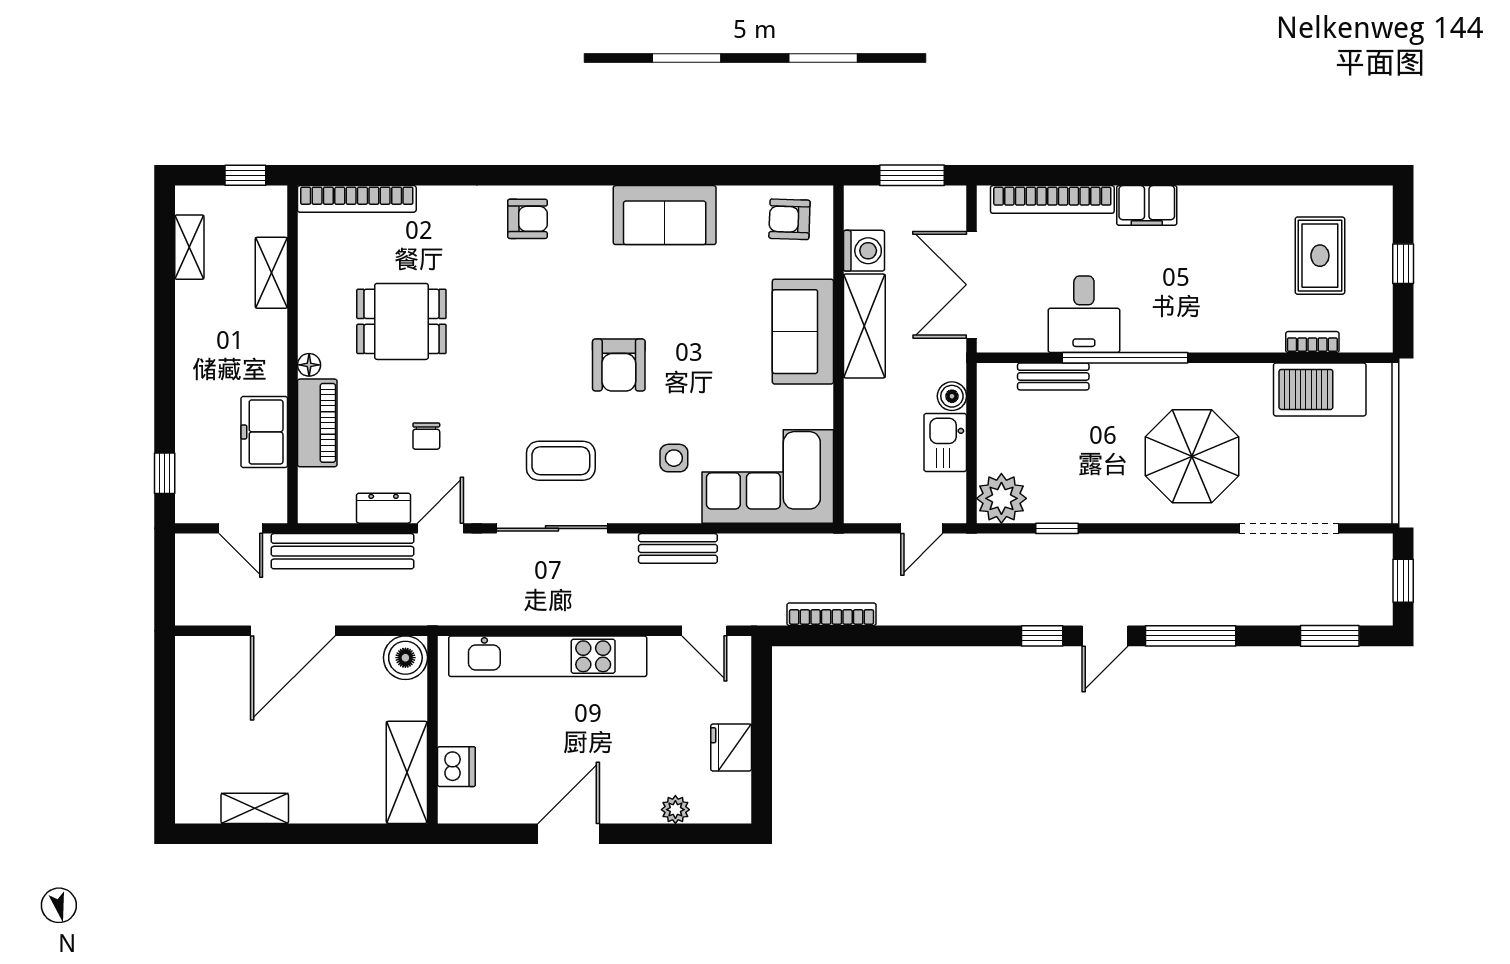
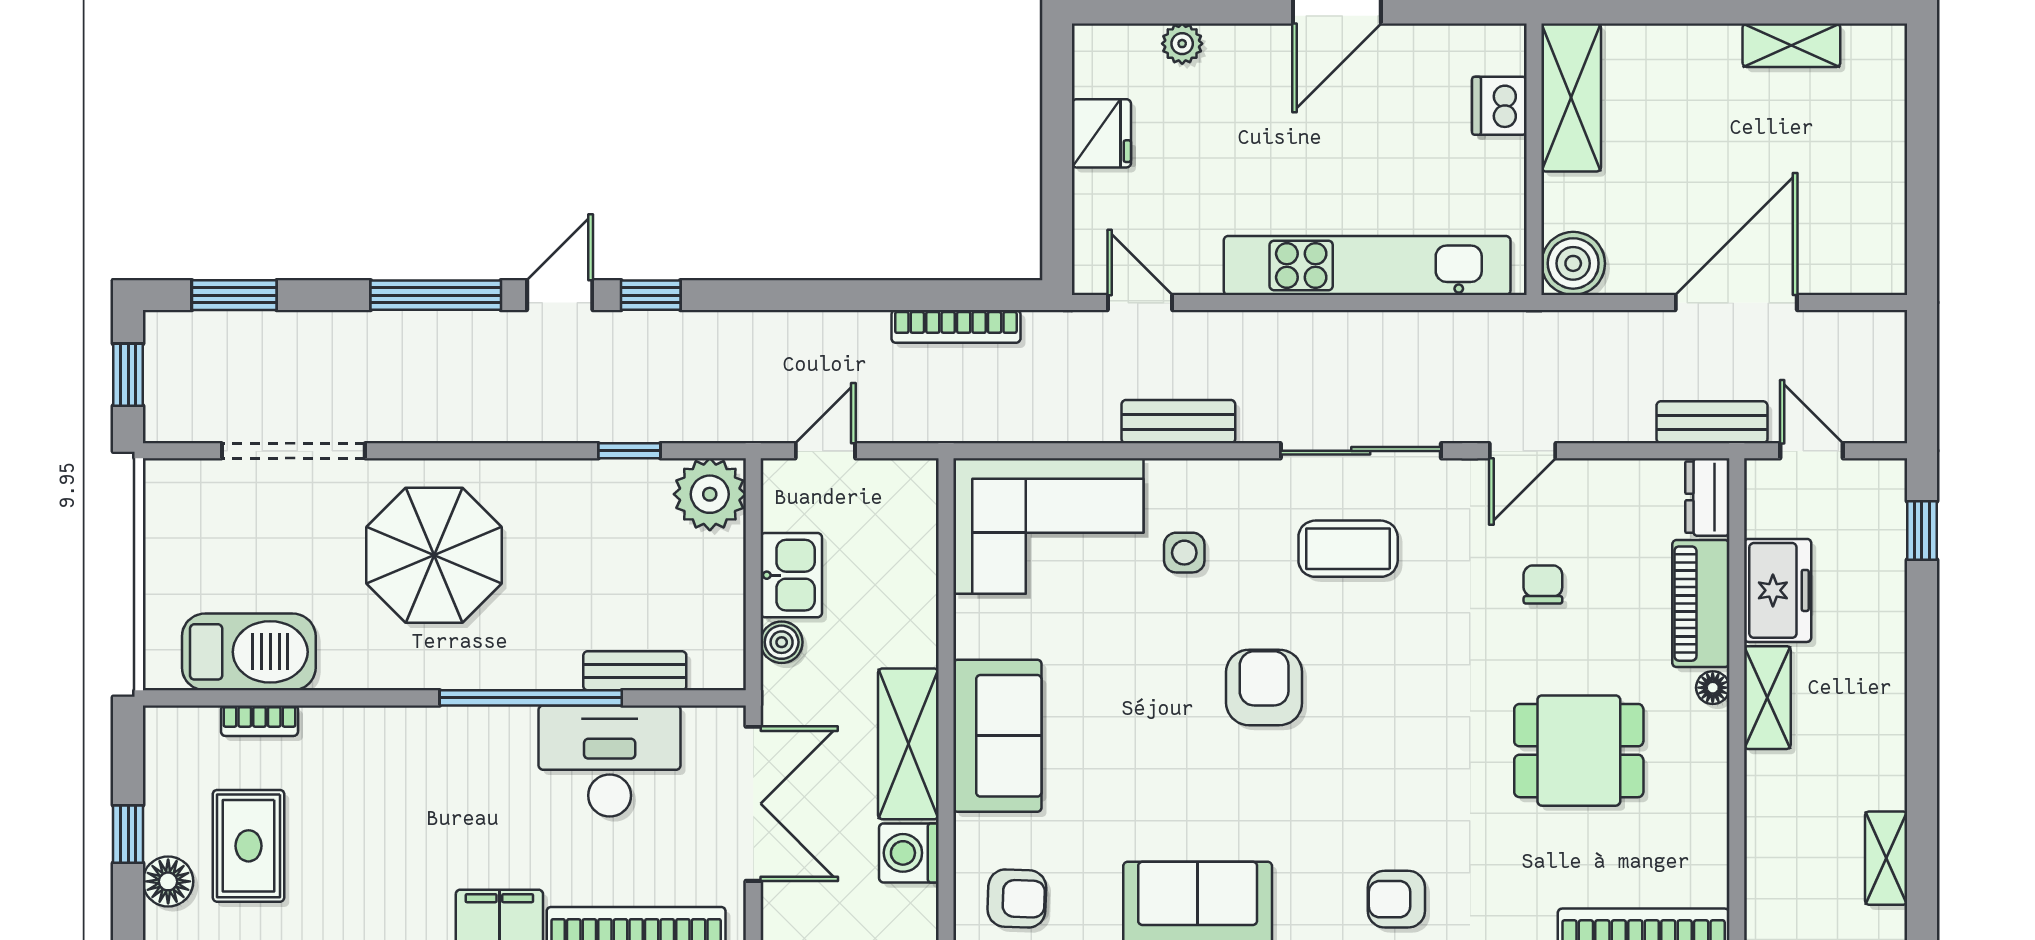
floor lamp: (1375, 231) -> (168, 881), added
shelving: (271, 273) -> (1767, 698), moved
desk: (1084, 314) -> (610, 761), width x1.37
dresser: (384, 508) -> (1707, 497), moved, turned 90
bench: (343, 551) -> (1712, 422), width x0.54, depth x0.82

